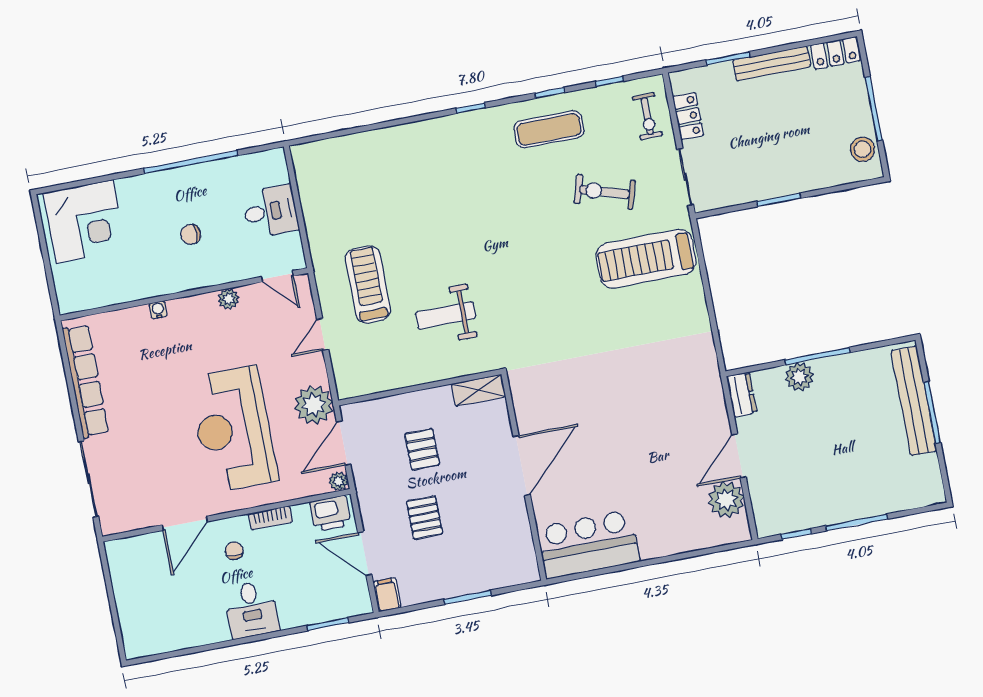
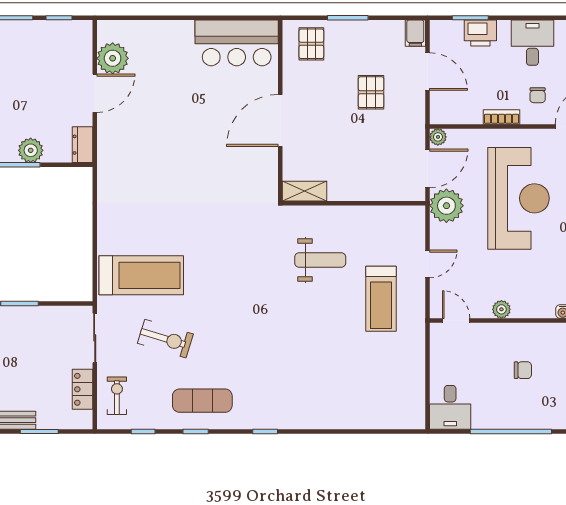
desk: (270, 211) -> (450, 407), moved, turned -90
pallet: (422, 449) -> (311, 44), moved
printer: (330, 513) -> (480, 33), moved, turned 180

